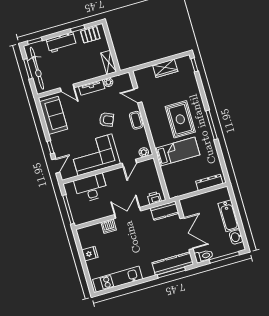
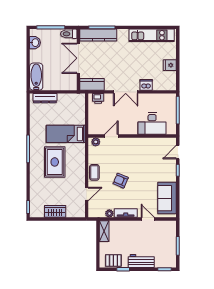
bicycle: (37, 68) -> (170, 244), removed
door: (138, 95) -> (87, 194), hinge flipped
corner sofa: (95, 155) -> (140, 152), removed
bathtub: (229, 216) -> (36, 77), moved

